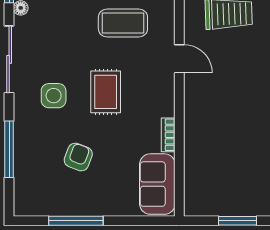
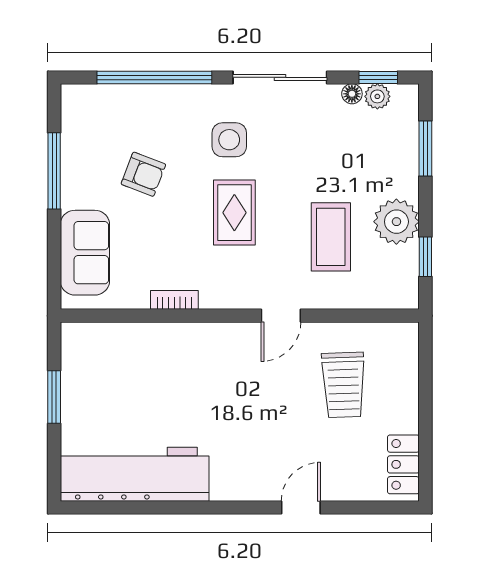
rug: (106, 92) -> (234, 213), turned 90
window: (9, 149) -> (154, 77), width x1.46
sofa: (157, 184) -> (85, 253), moved, turned 90

